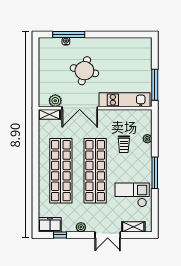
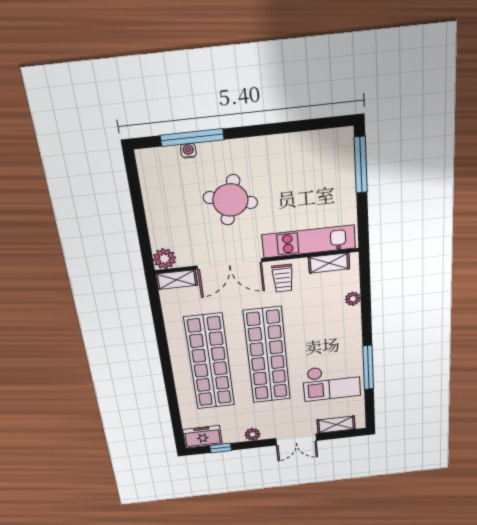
window: (155, 85) -> (361, 165), moved
plant: (55, 101) -> (164, 259), moved
shelving: (135, 114) -> (329, 263), added
trolley: (124, 144) -> (283, 278), moved
window: (155, 173) -> (368, 368), moved
checkout: (132, 195) -> (332, 382), turned 180

